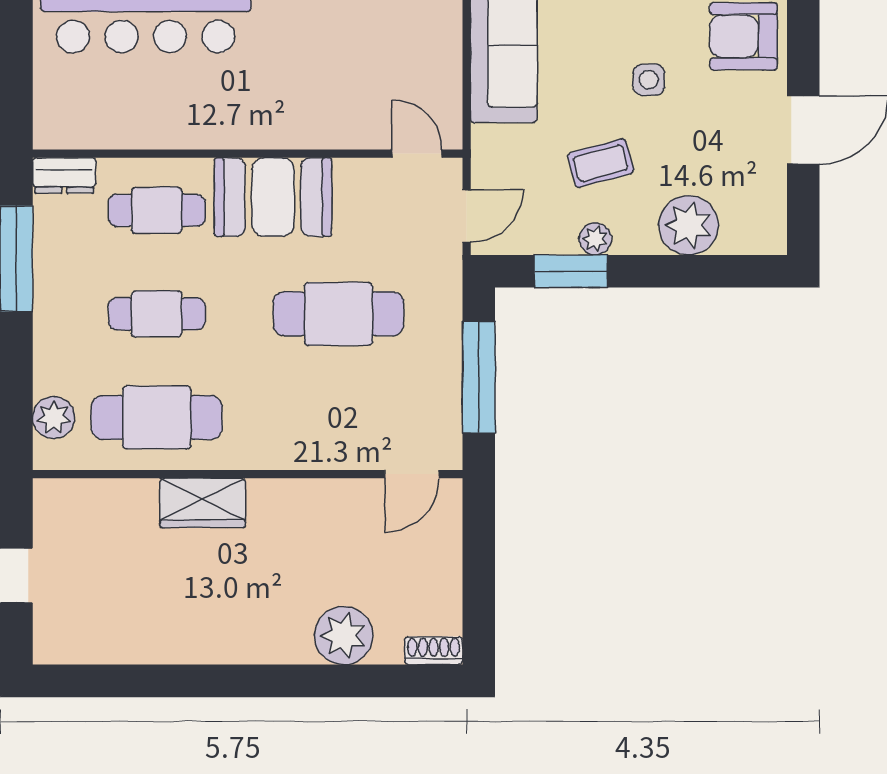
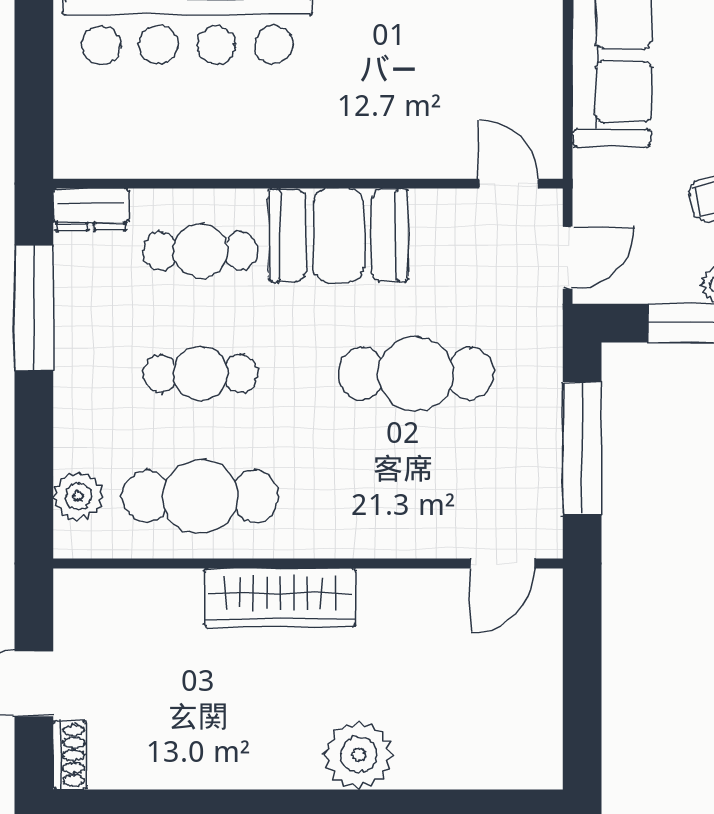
wardrobe: (203, 503) -> (280, 598), width x1.50
plant: (344, 636) -> (359, 755), moved
shoe rack: (434, 651) -> (70, 755), moved, turned 90

